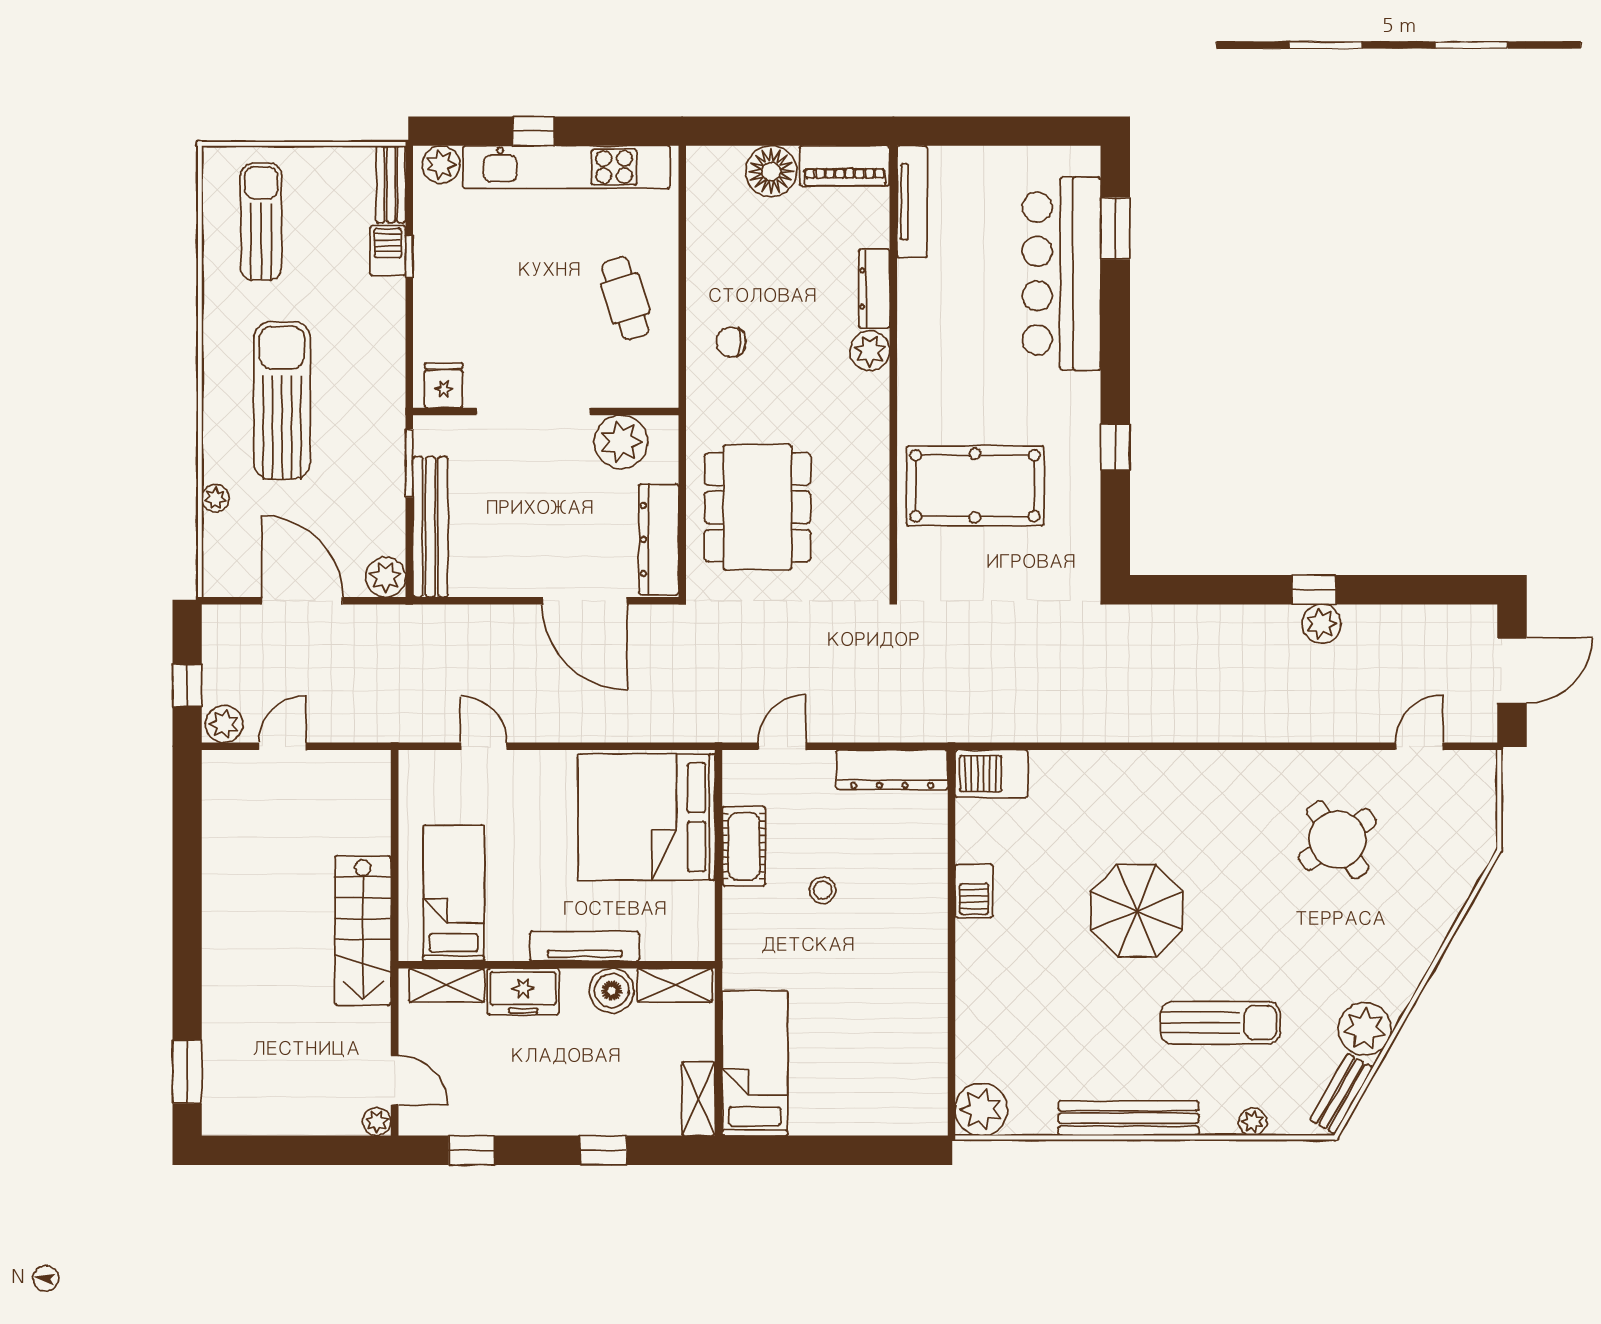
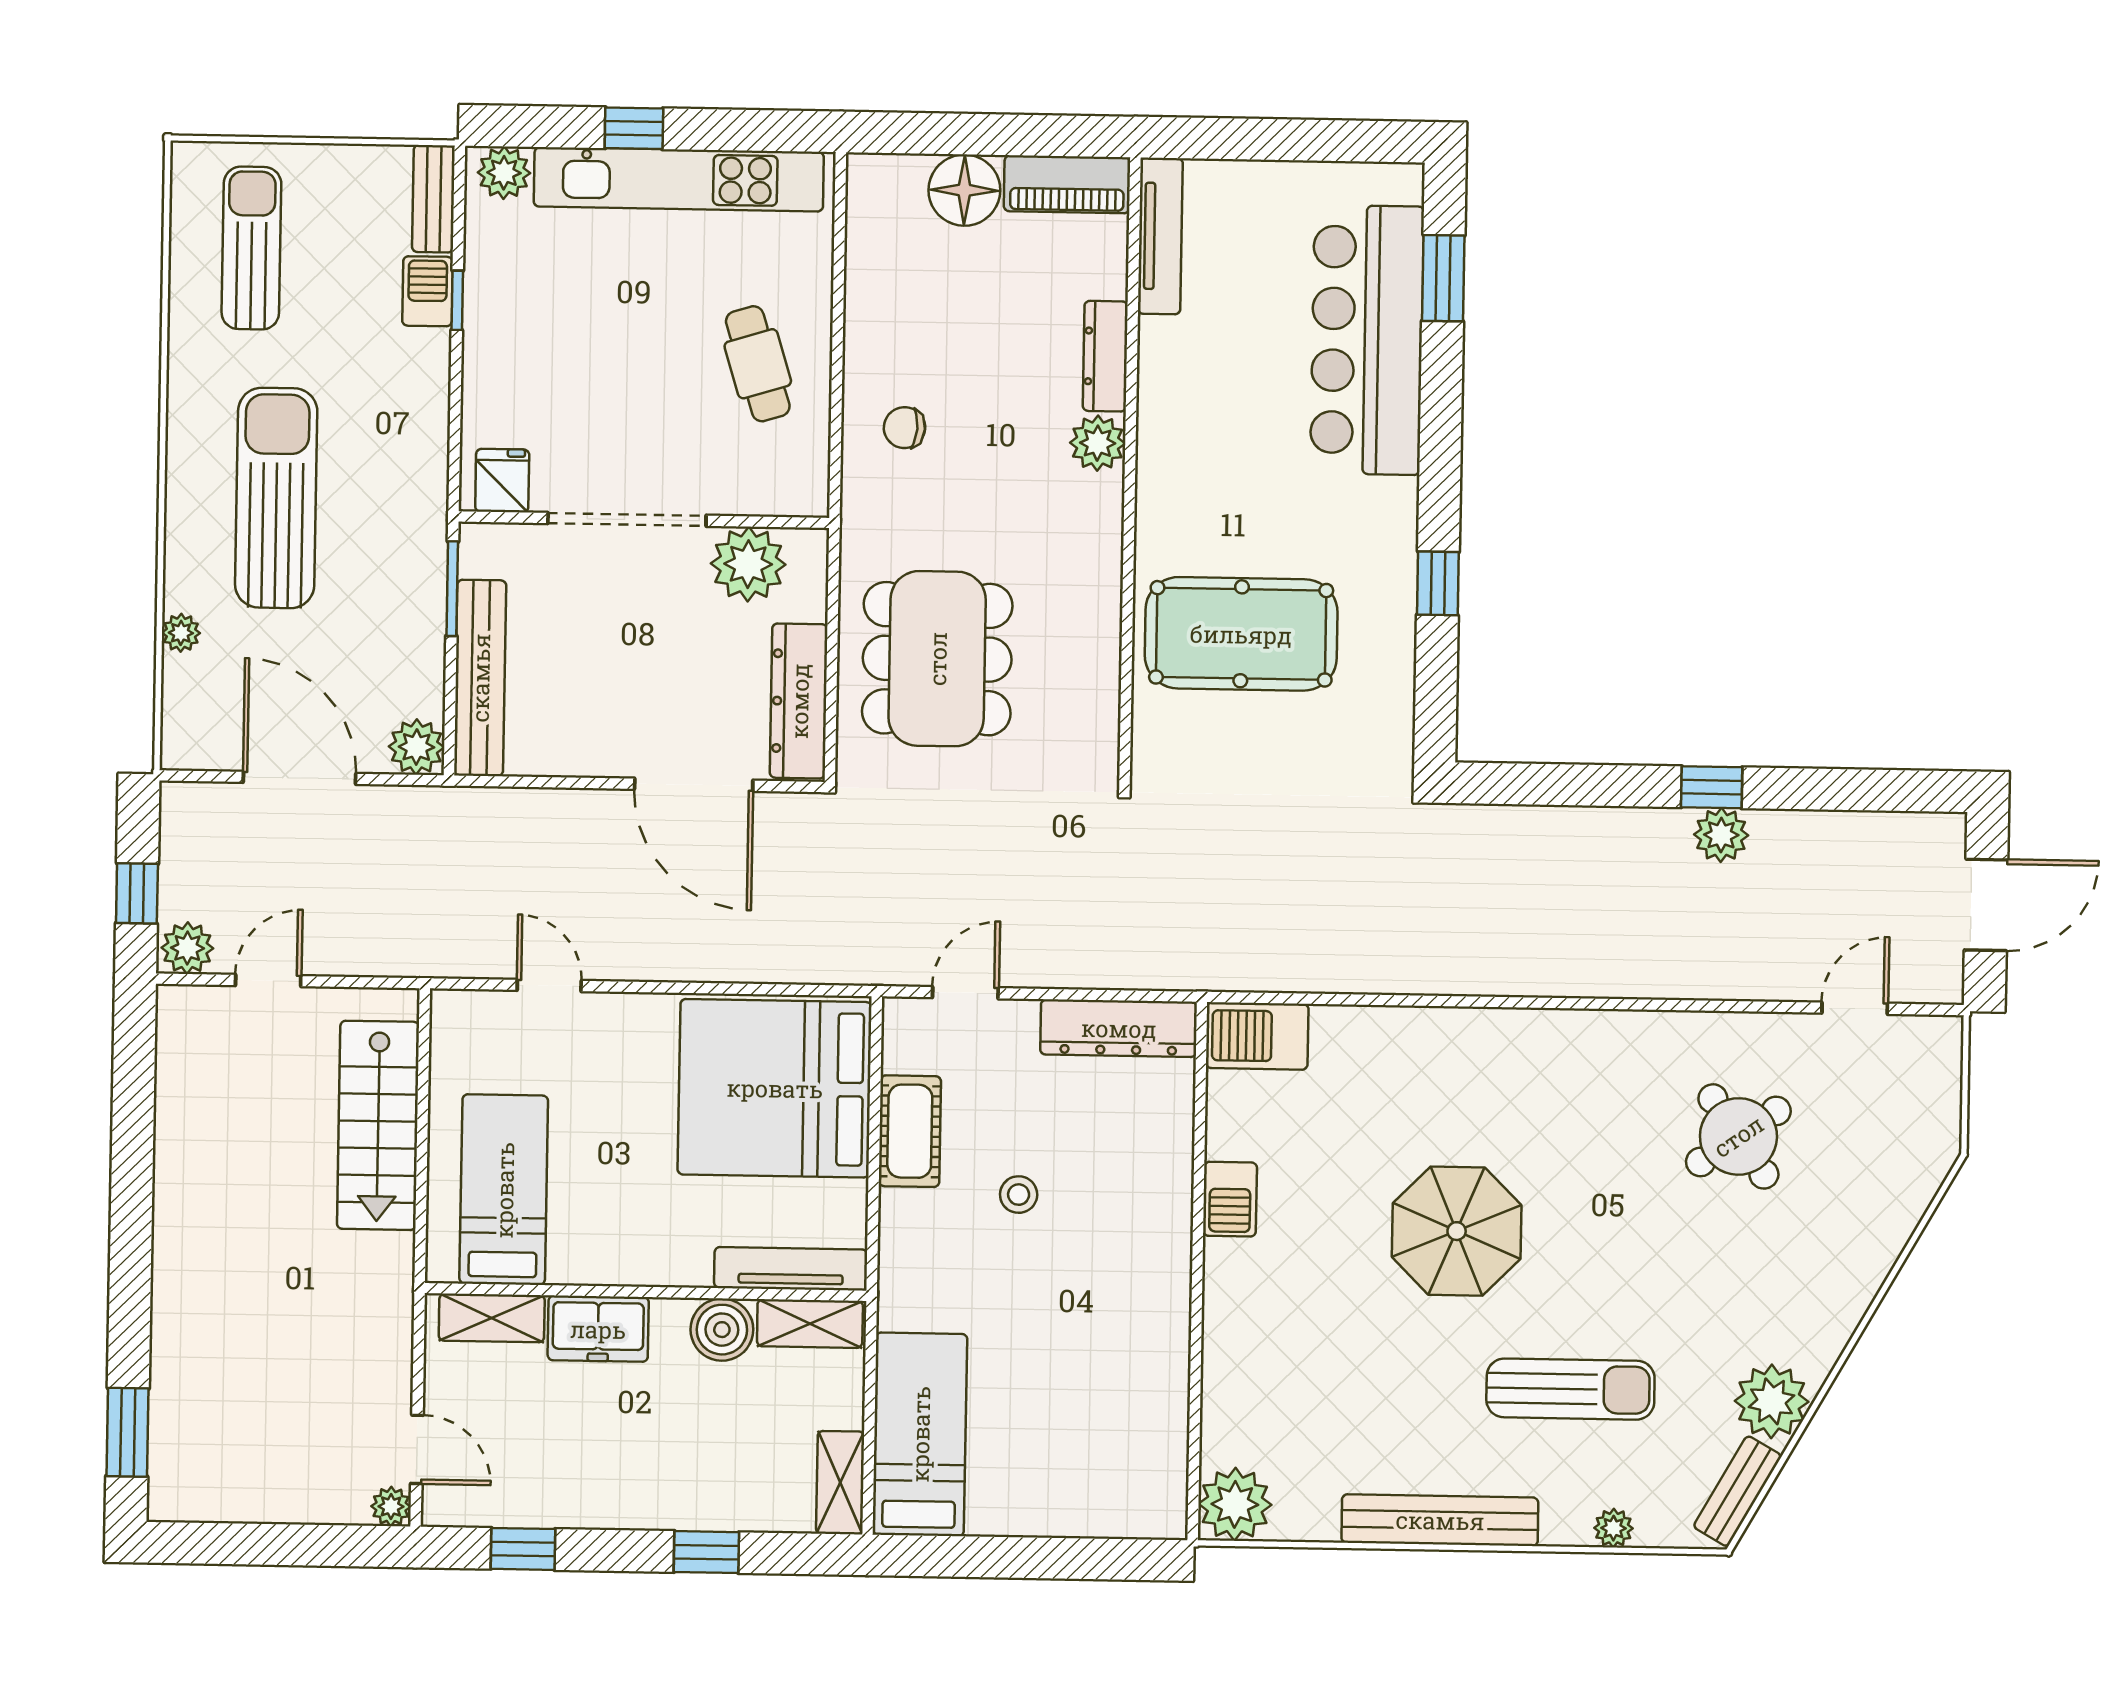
stairs: (363, 931) -> (378, 1125), moved
tv unit: (585, 946) -> (791, 1269), moved

